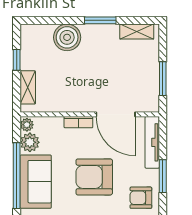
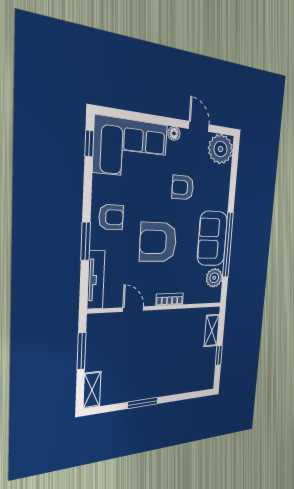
shelving: (137, 32) -> (92, 390), moved, turned 90
boiler: (67, 37) -> (174, 382), removed
door: (116, 114) -> (133, 309), width x0.53
plant: (27, 125) -> (215, 295), removed
armchair: (94, 177) -> (158, 242), turned 180

